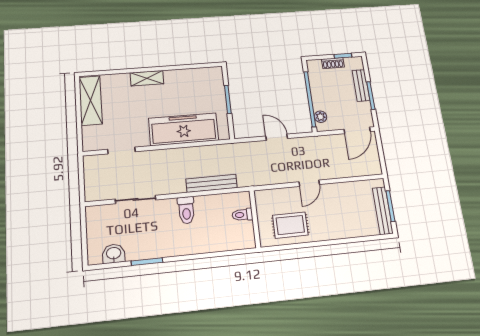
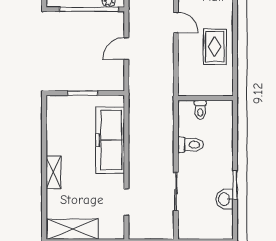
bench: (212, 183) -> (167, 118), removed
toilet: (242, 215) -> (200, 110), moved
wall: (255, 219) -> (205, 98), moved
washbasin: (114, 254) -> (225, 199), moved

